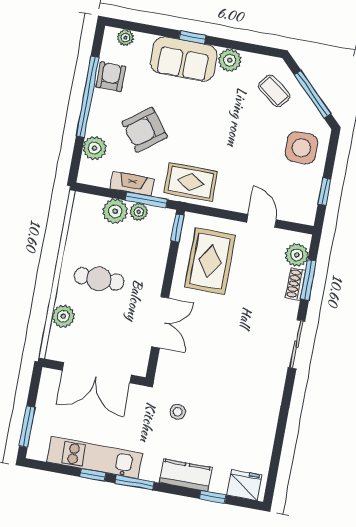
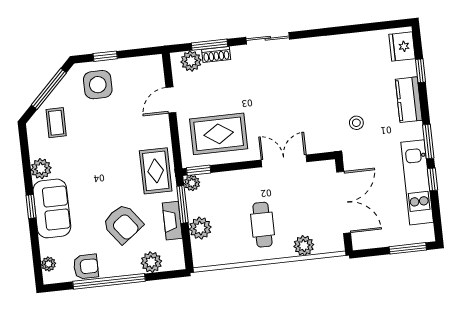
armchair: (111, 77) -> (86, 267), turned 180
coffee table: (274, 91) -> (56, 123), turned -37
window: (324, 192) -> (105, 56), moved
plant: (139, 212) -> (192, 183), moved

